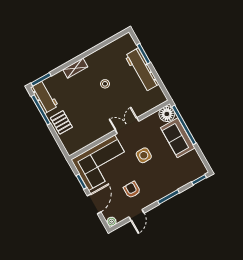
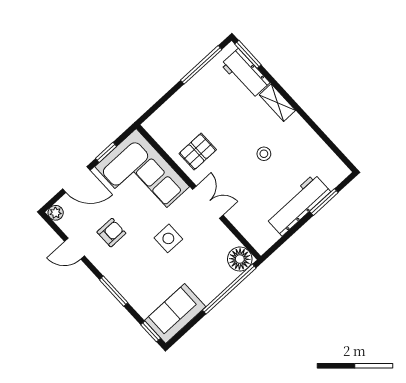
workbench: (44, 97) -> (245, 74), moved, turned 90
pallet: (61, 122) -> (198, 152), moved
sofa: (178, 138) -> (175, 314), moved

